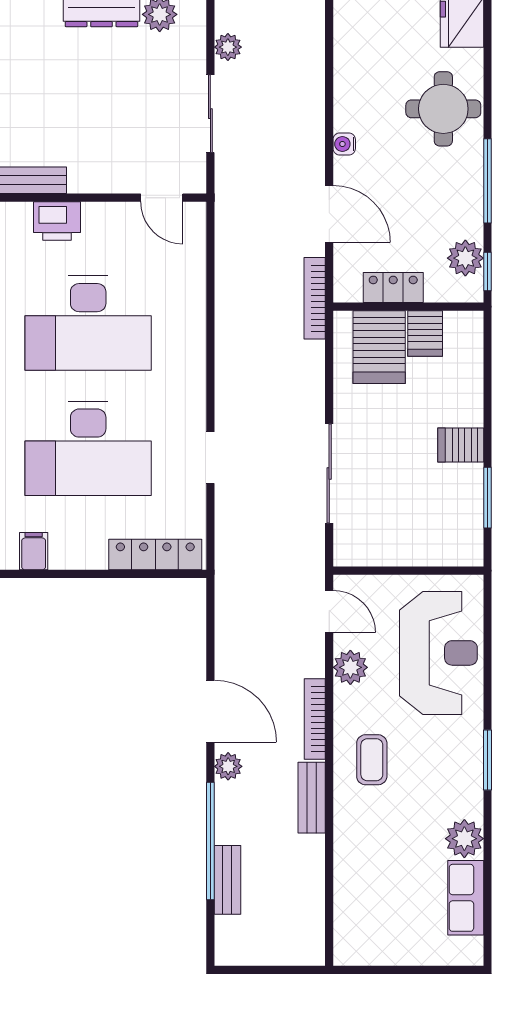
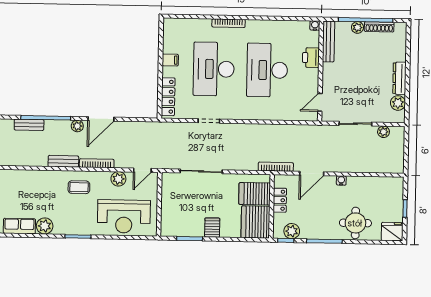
server rack: (425, 334) -> (256, 222), width x2.18, depth x1.44
filing cabinet: (34, 551) -> (170, 60), moved

